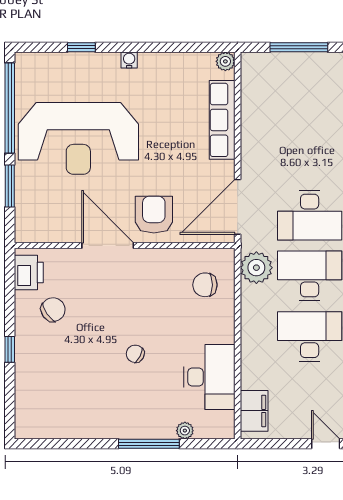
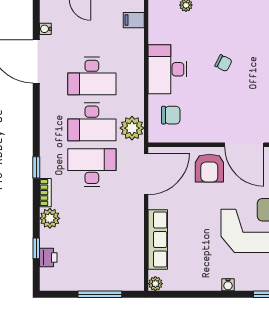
desk: (209, 377) -> (167, 69), moved
filing cabinet: (254, 411) -> (134, 20), width x0.50

